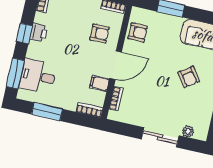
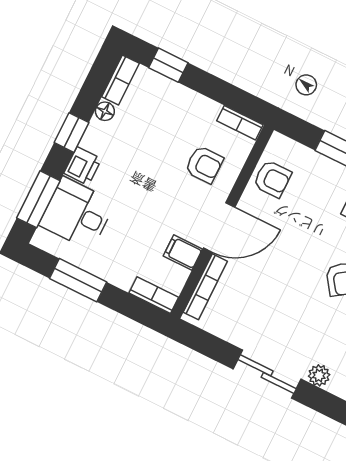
floor lamp: (39, 18) -> (105, 111), added
printer: (39, 33) -> (83, 166), moved
bookcase: (116, 99) -> (205, 287), width x1.56

